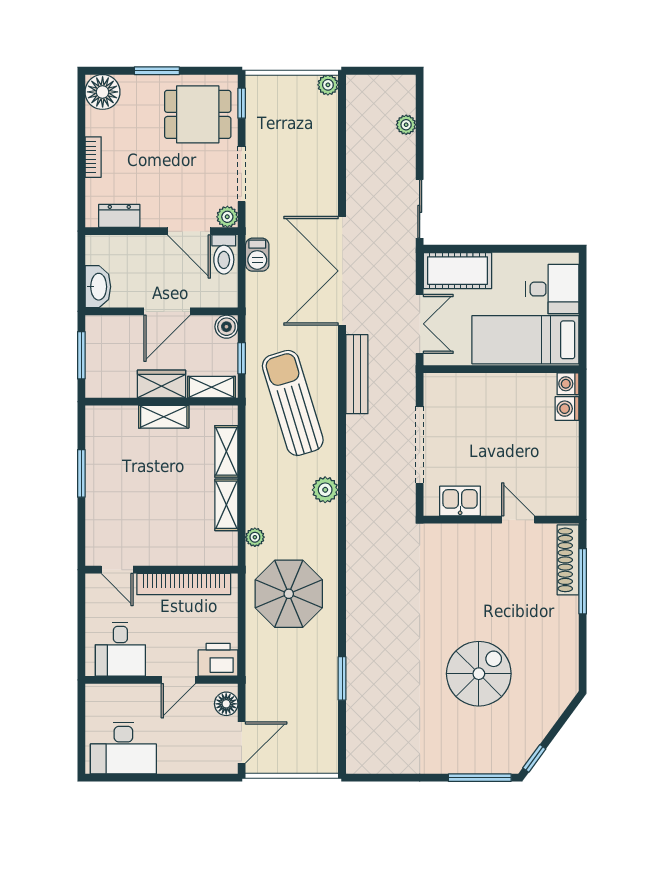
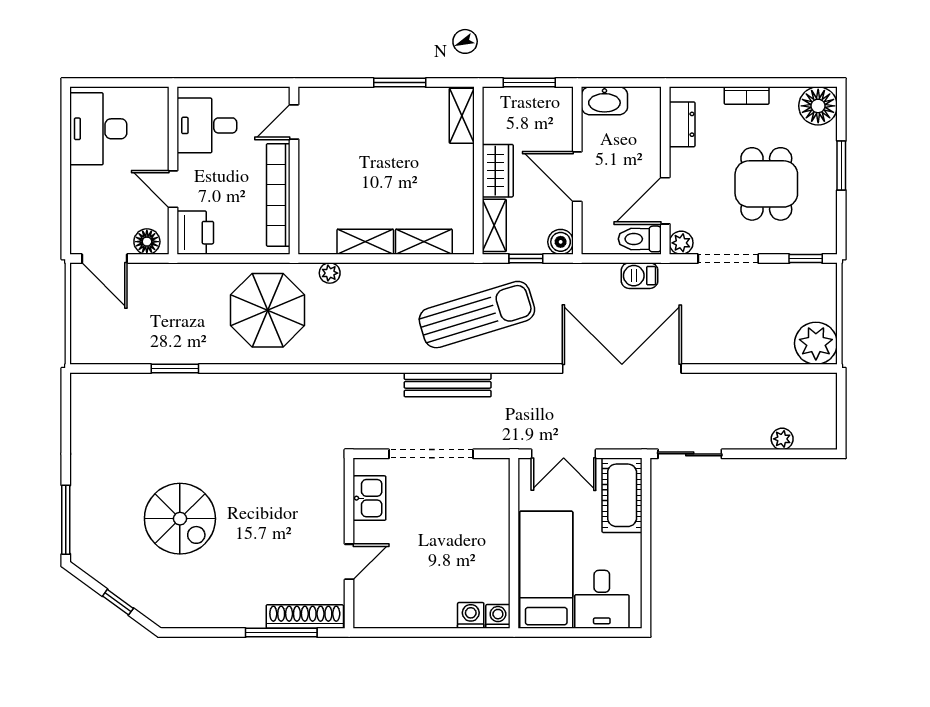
plant: (328, 85) -> (816, 343), width x1.88, depth x1.88
dining table: (198, 114) -> (766, 184), moved
bench: (357, 374) -> (448, 385), moved
shelving: (164, 417) -> (462, 116), moved
plant: (325, 490) -> (382, 350), removed
window: (534, 758) -> (118, 602), moved

